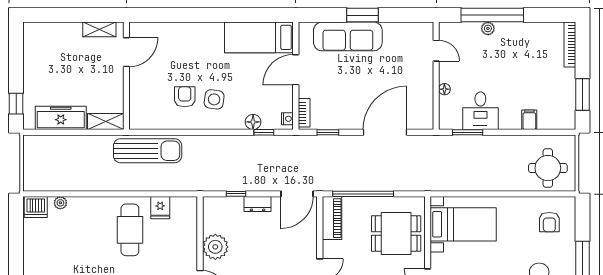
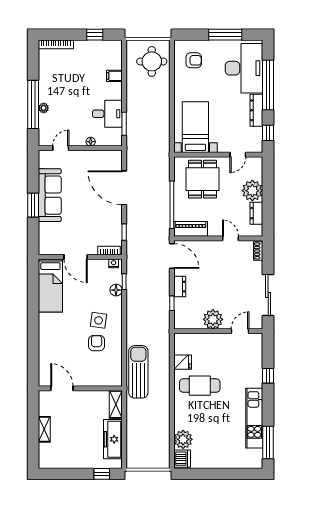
shelving: (99, 29) -> (44, 429), moved
sofa: (348, 36) -> (50, 195), moved
window: (582, 94) -> (95, 35), width x0.67
armchair: (185, 97) -> (97, 343), turned 90
plant: (60, 203) -> (183, 439), width x1.88, depth x1.88

